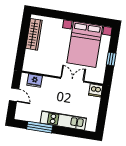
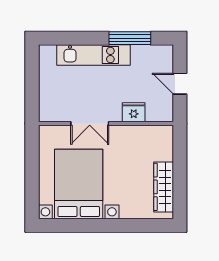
window: (111, 59) -> (32, 167), removed
fridge: (35, 81) -> (134, 112), moved
dishwasher: (96, 90) -> (49, 112), removed

